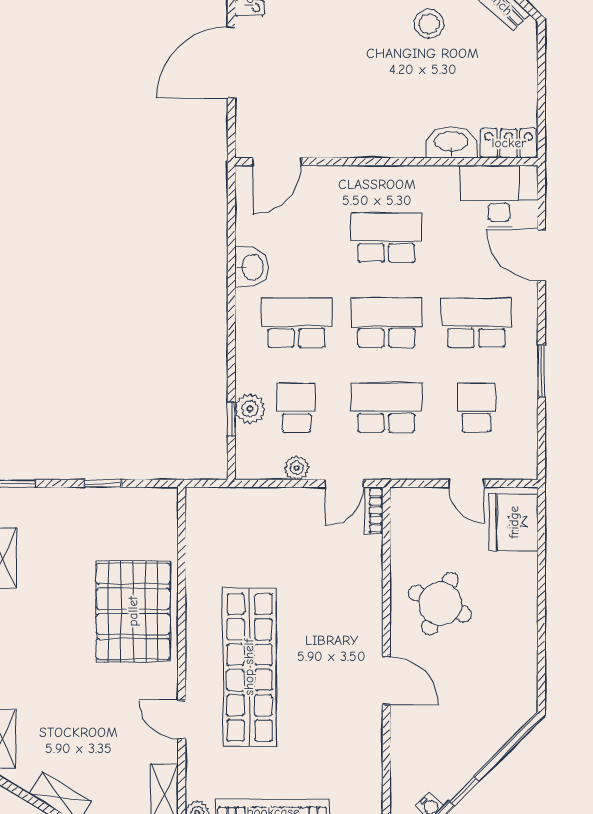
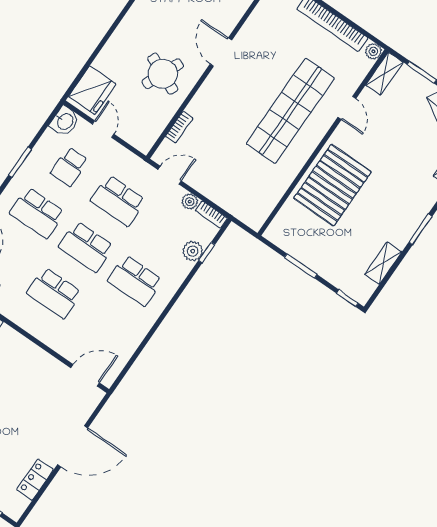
washbasin: (252, 267) -> (65, 121), moved, turned 180
school desk: (296, 408) -> (167, 234), removed
bookcase: (259, 471) -> (211, 214), added
window: (103, 483) -> (301, 266), width x1.50
bookcase: (374, 510) -> (179, 127), moved

